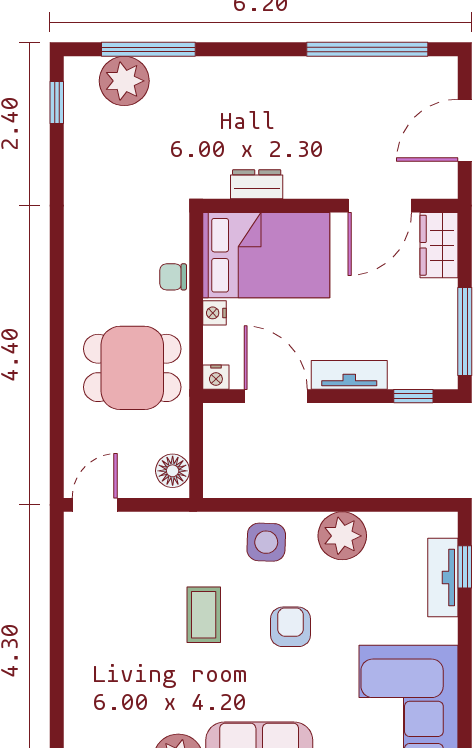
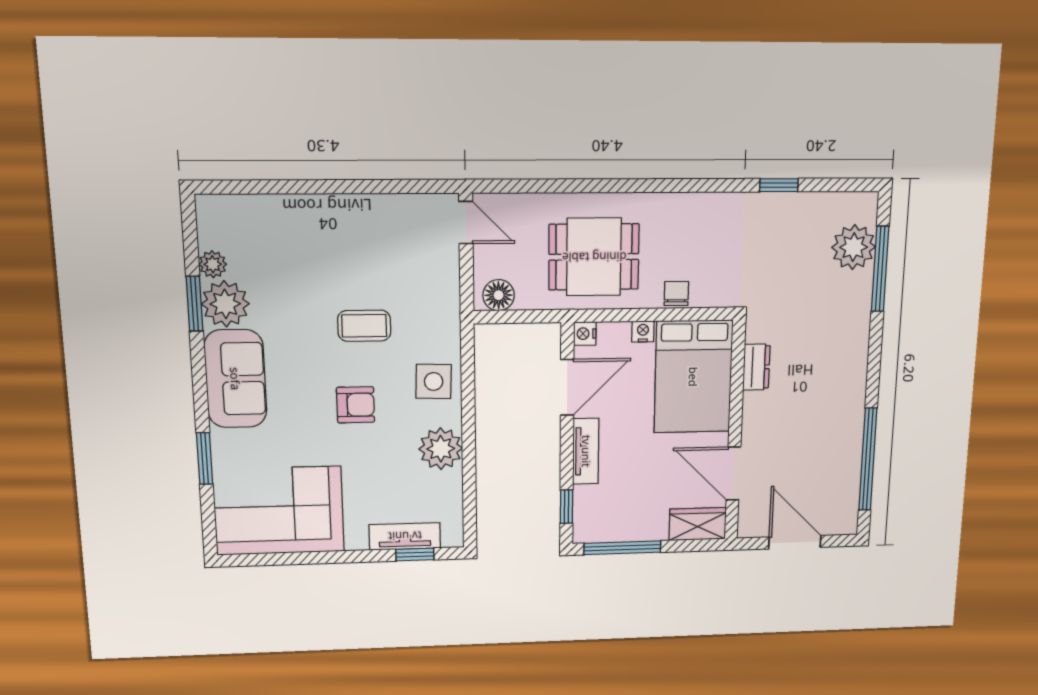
window: (57, 102) -> (779, 185), moved
dining table: (132, 368) -> (594, 257), turned 90

